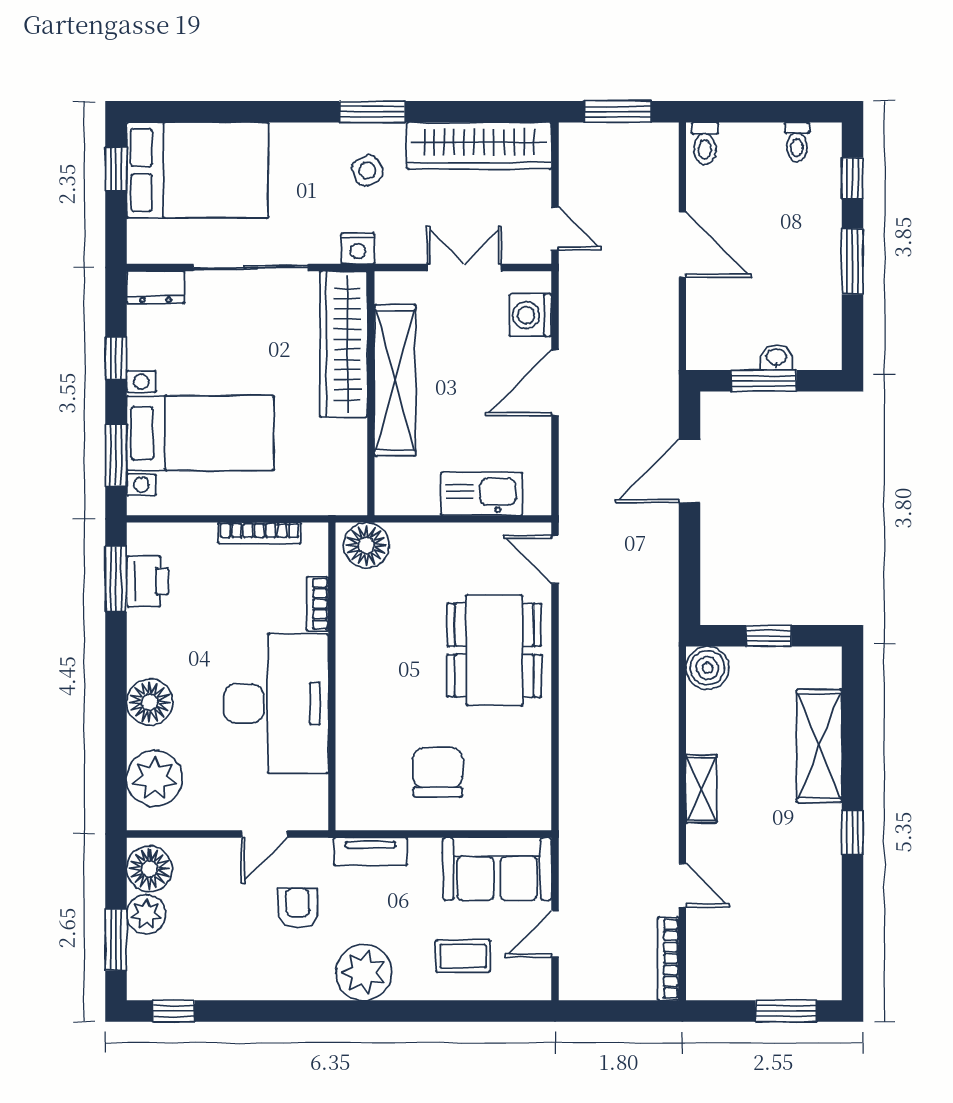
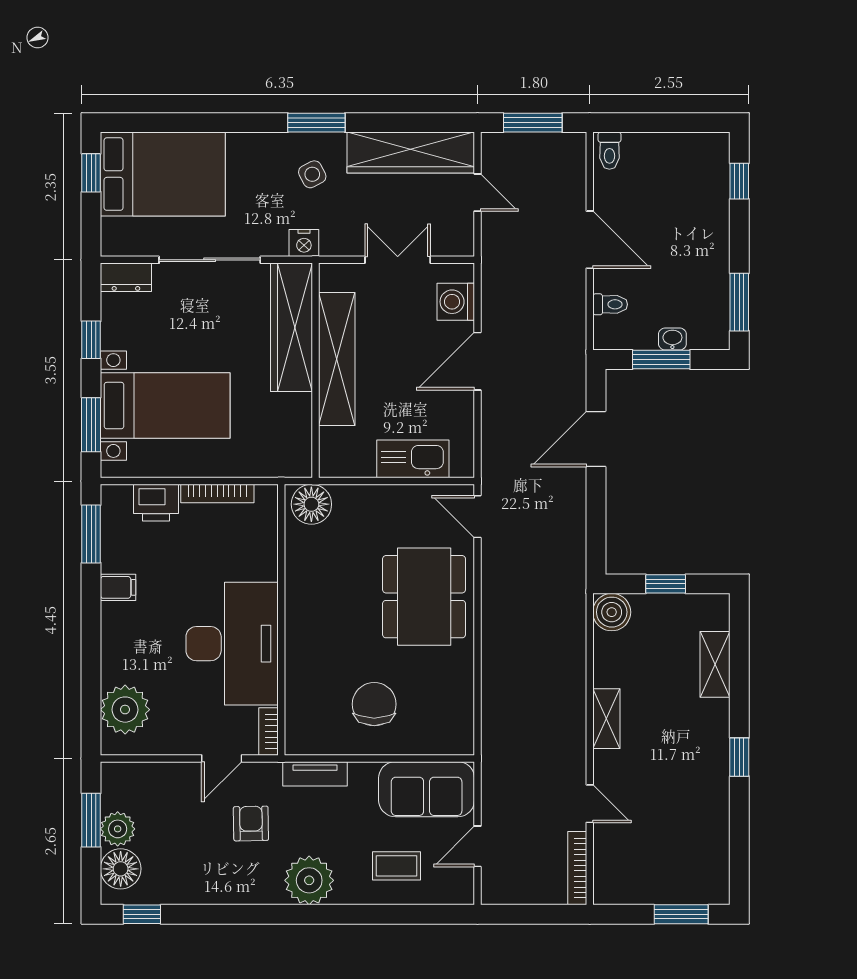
toilet: (797, 142) -> (610, 304), moved, turned -90
door: (555, 229) -> (478, 193), moved
window: (852, 261) -> (739, 302), moved
printer: (148, 581) -> (156, 503), moved, turned 90
bookcase: (318, 604) -> (268, 731), moved
filing cabinet: (147, 640) -> (118, 587), added
floor lamp: (150, 702) -> (121, 642), removed
shelving: (819, 746) -> (715, 664), width x0.67, depth x0.75
floor lamp: (149, 869) -> (121, 869), moved
window: (116, 940) -> (91, 820), moved

